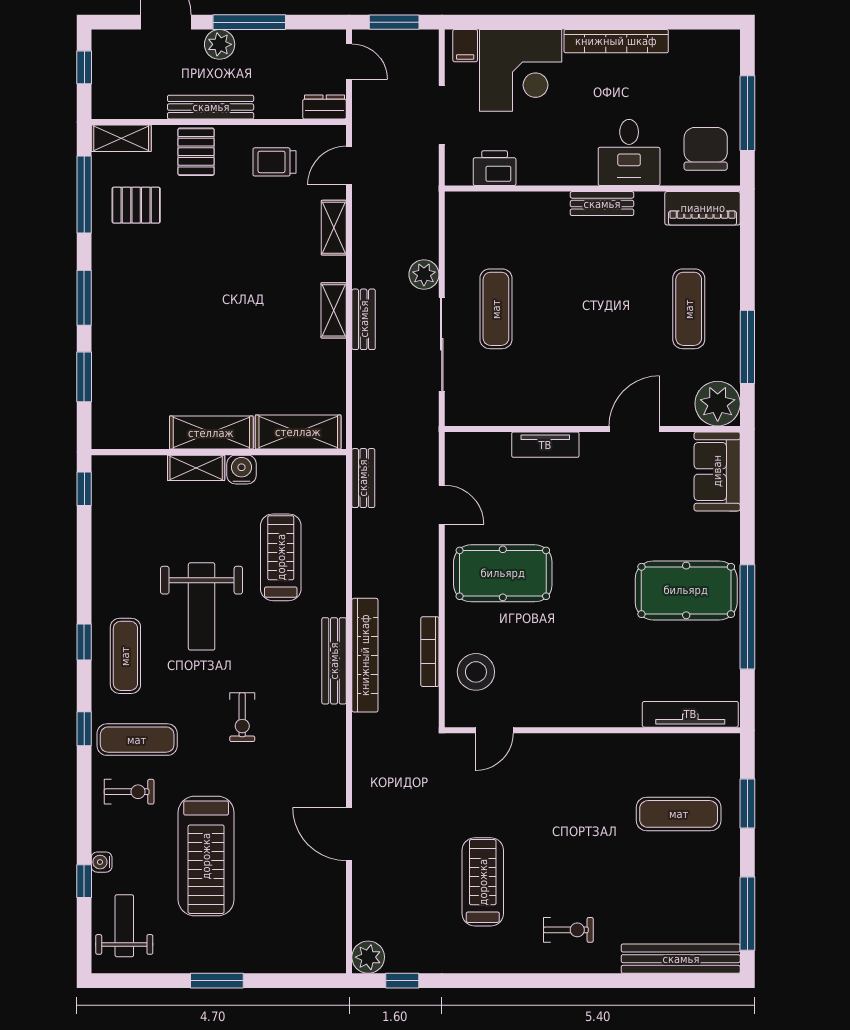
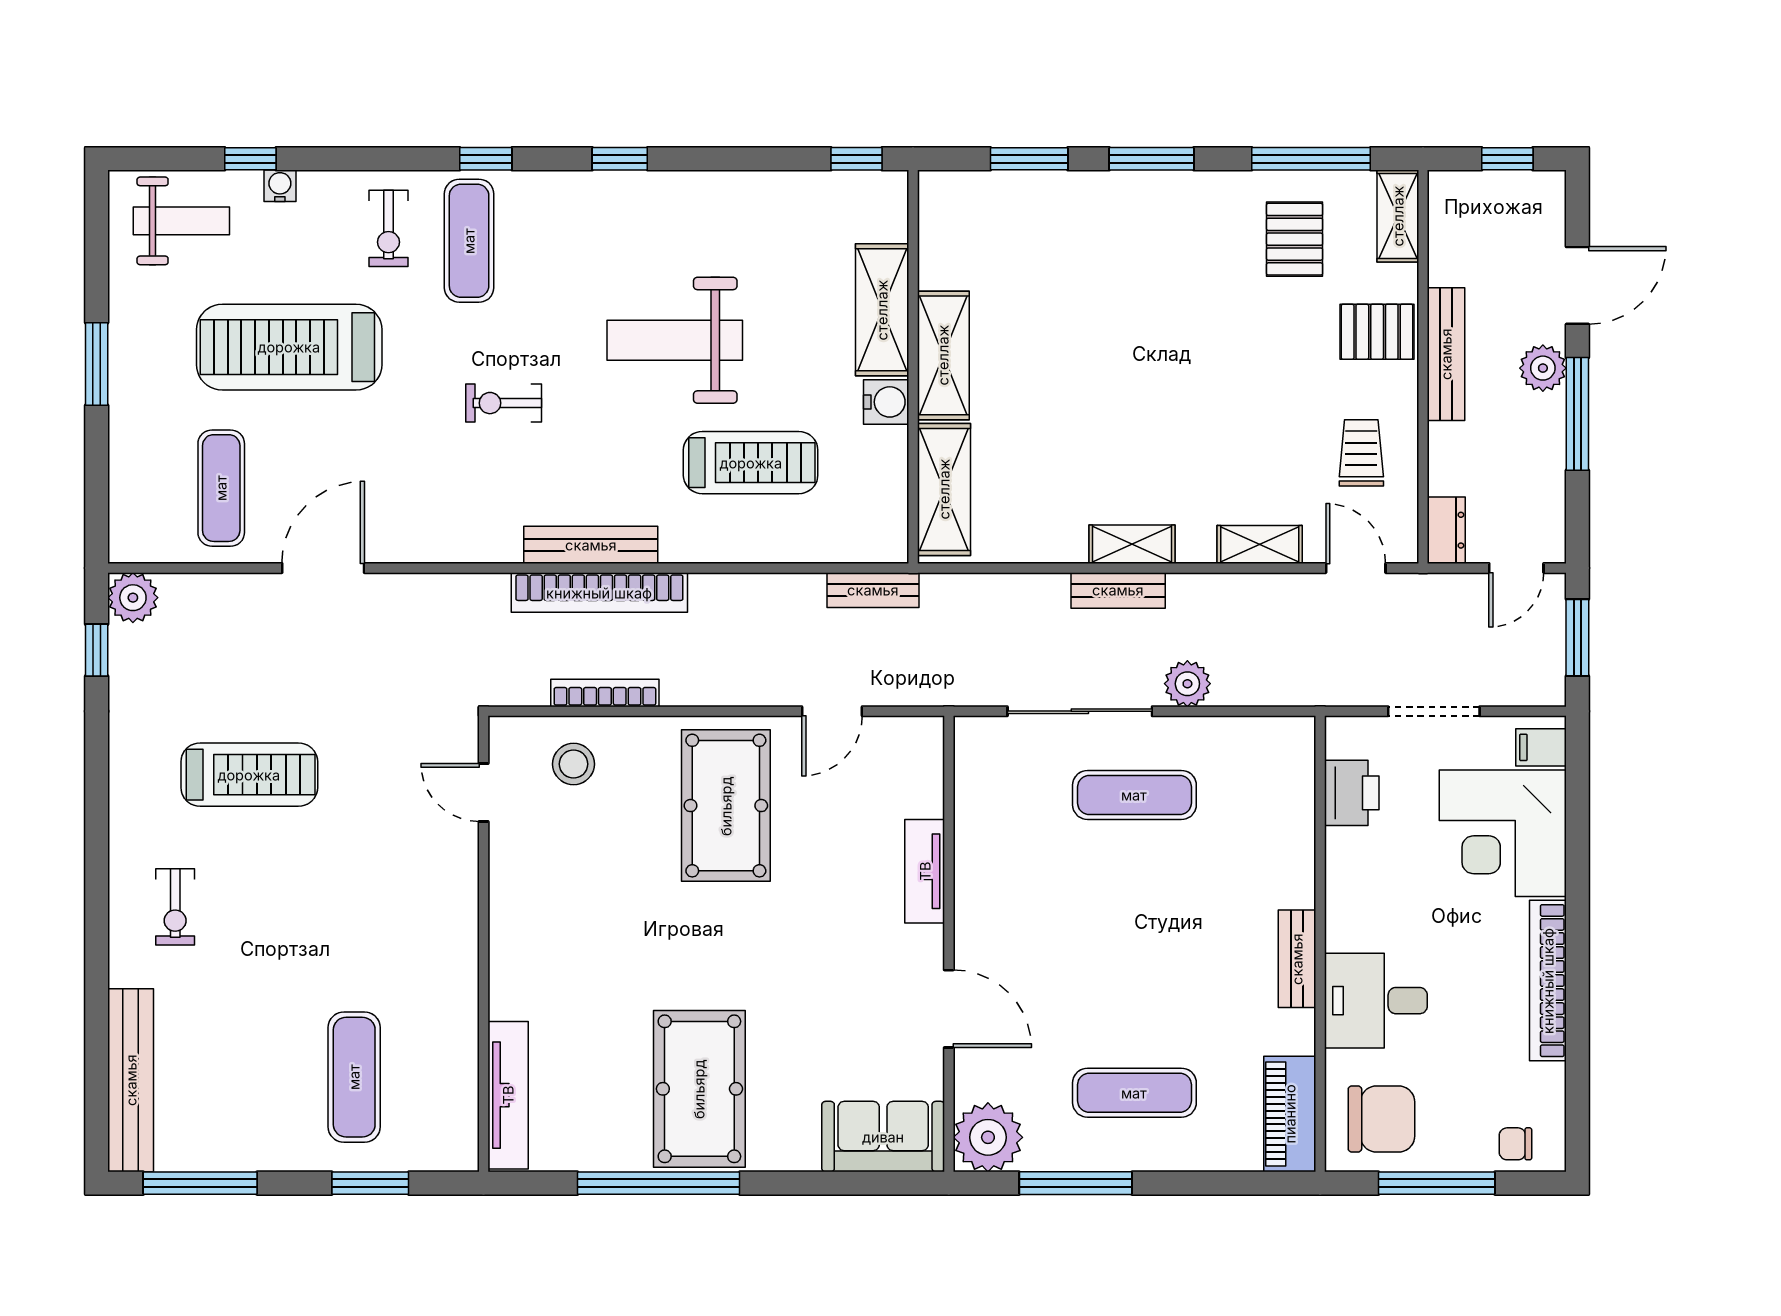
chair: (722, 62) -> (1515, 1144), added
shelving: (196, 468) -> (882, 310), width x1.50, depth x1.33
exercise mat: (125, 656) -> (221, 488), moved, turned 90
stool: (476, 672) -> (574, 764), width x0.73, depth x0.73

